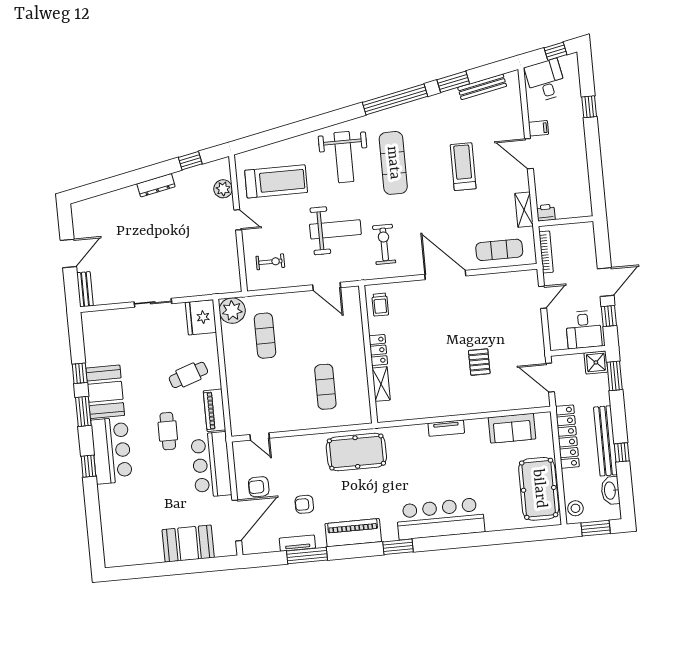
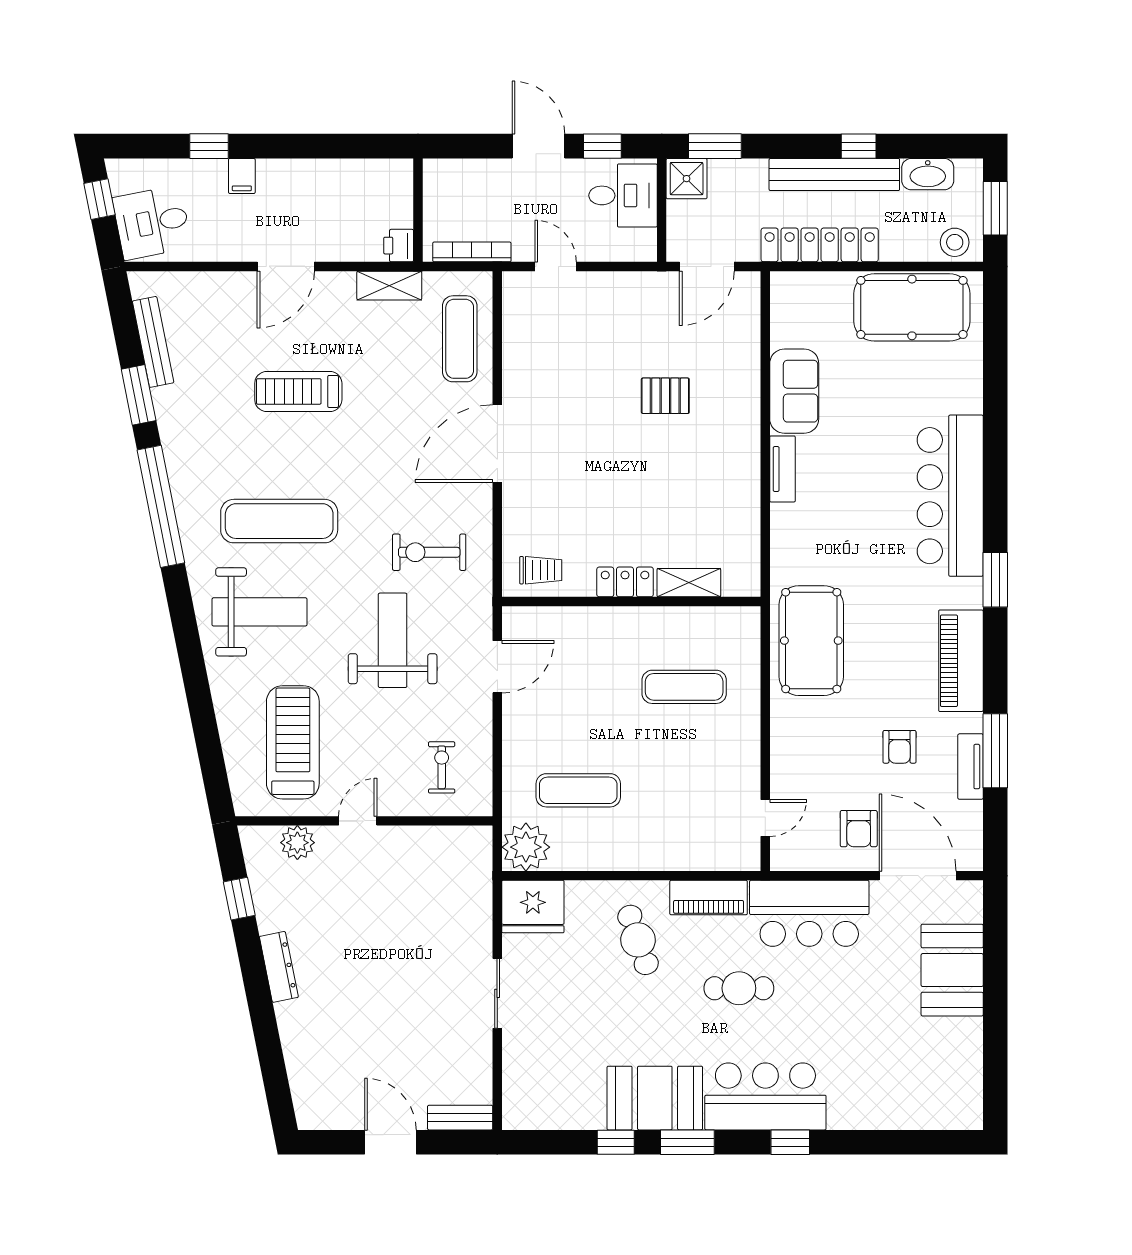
filing cabinet: (539, 128) -> (242, 176), moved, turned 180
sofa: (512, 428) -> (794, 391), moved

